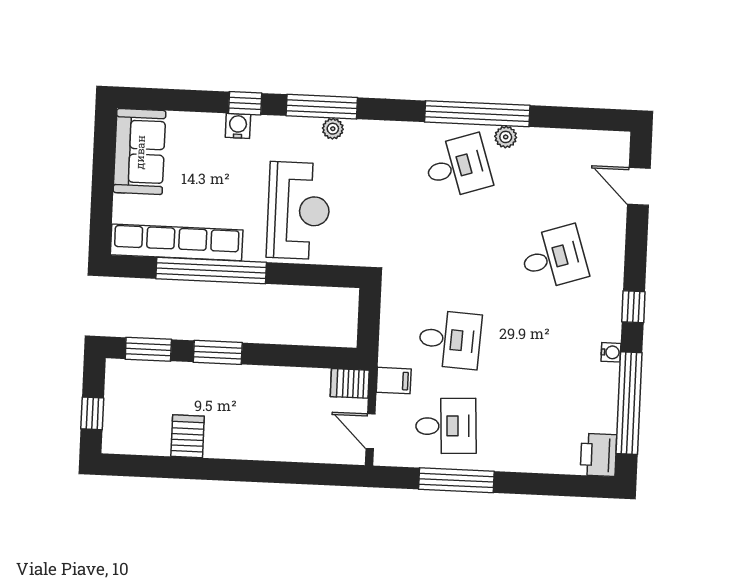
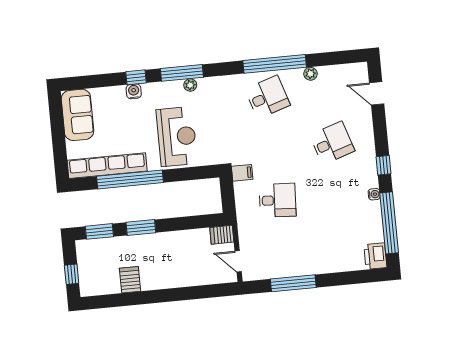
plant: (506, 137) -> (310, 74), moved
filing cabinet: (394, 381) -> (242, 173), moved
desk: (446, 426) -> (282, 252), removed

